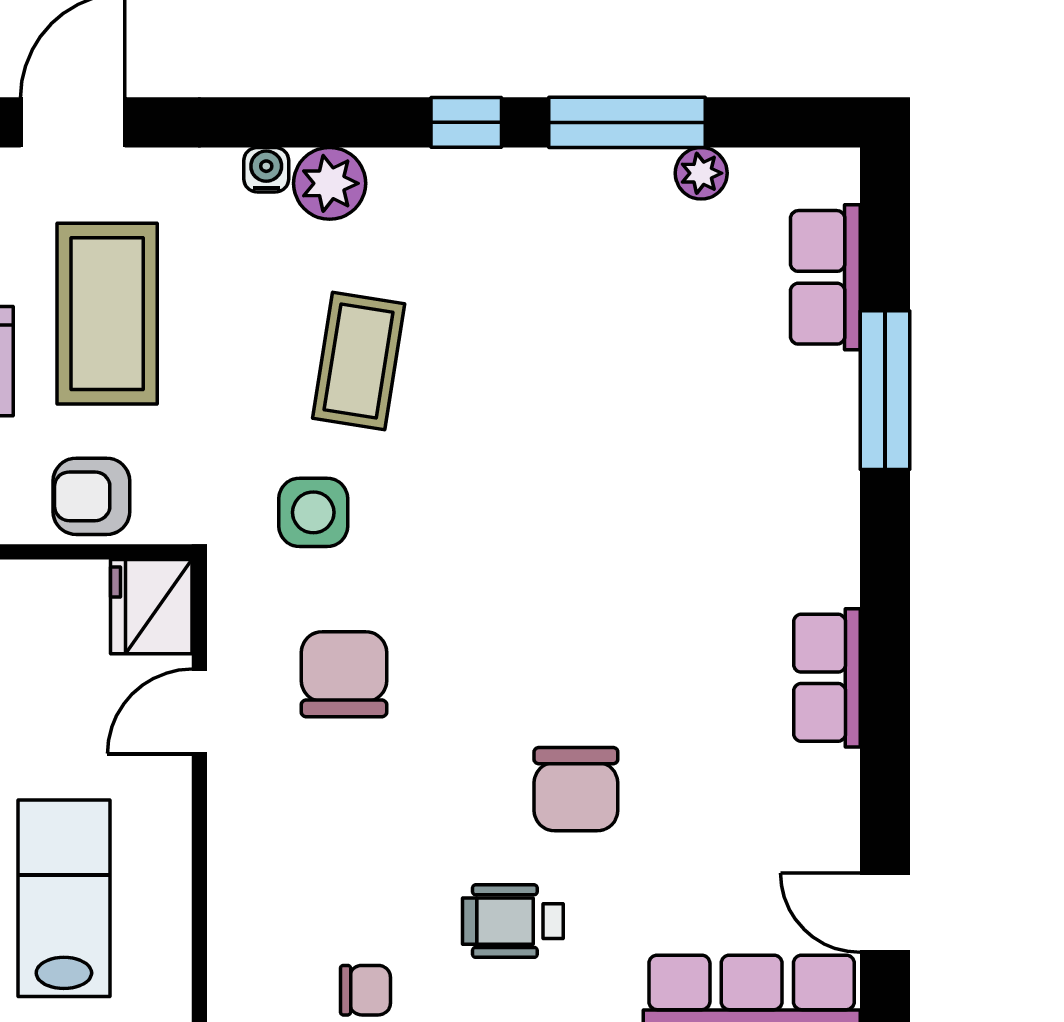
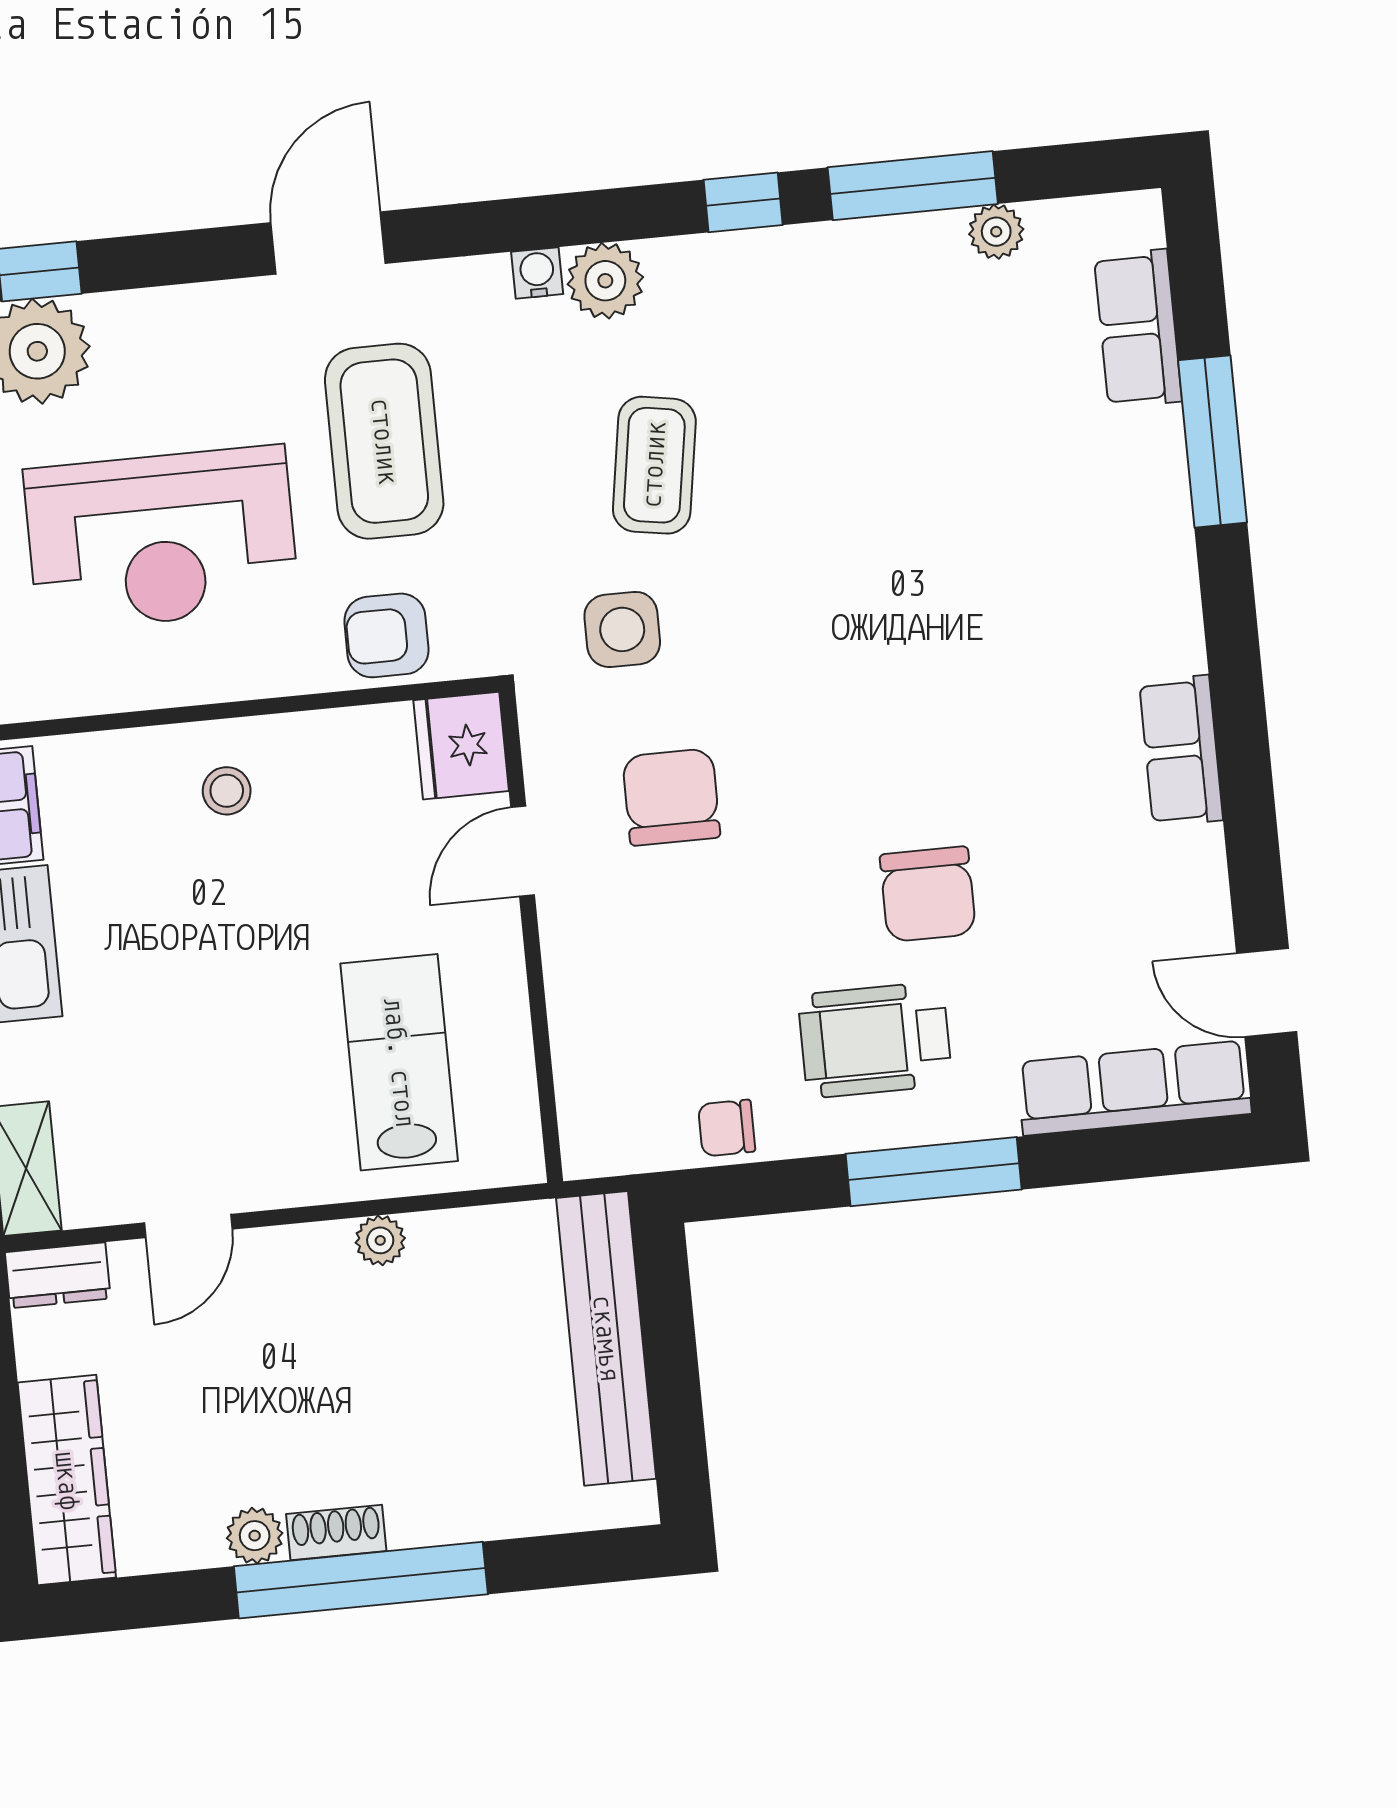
wheelchair: (513, 921) -> (875, 1040), width x1.36, depth x1.37
chair: (365, 990) -> (727, 1128), turned 180

